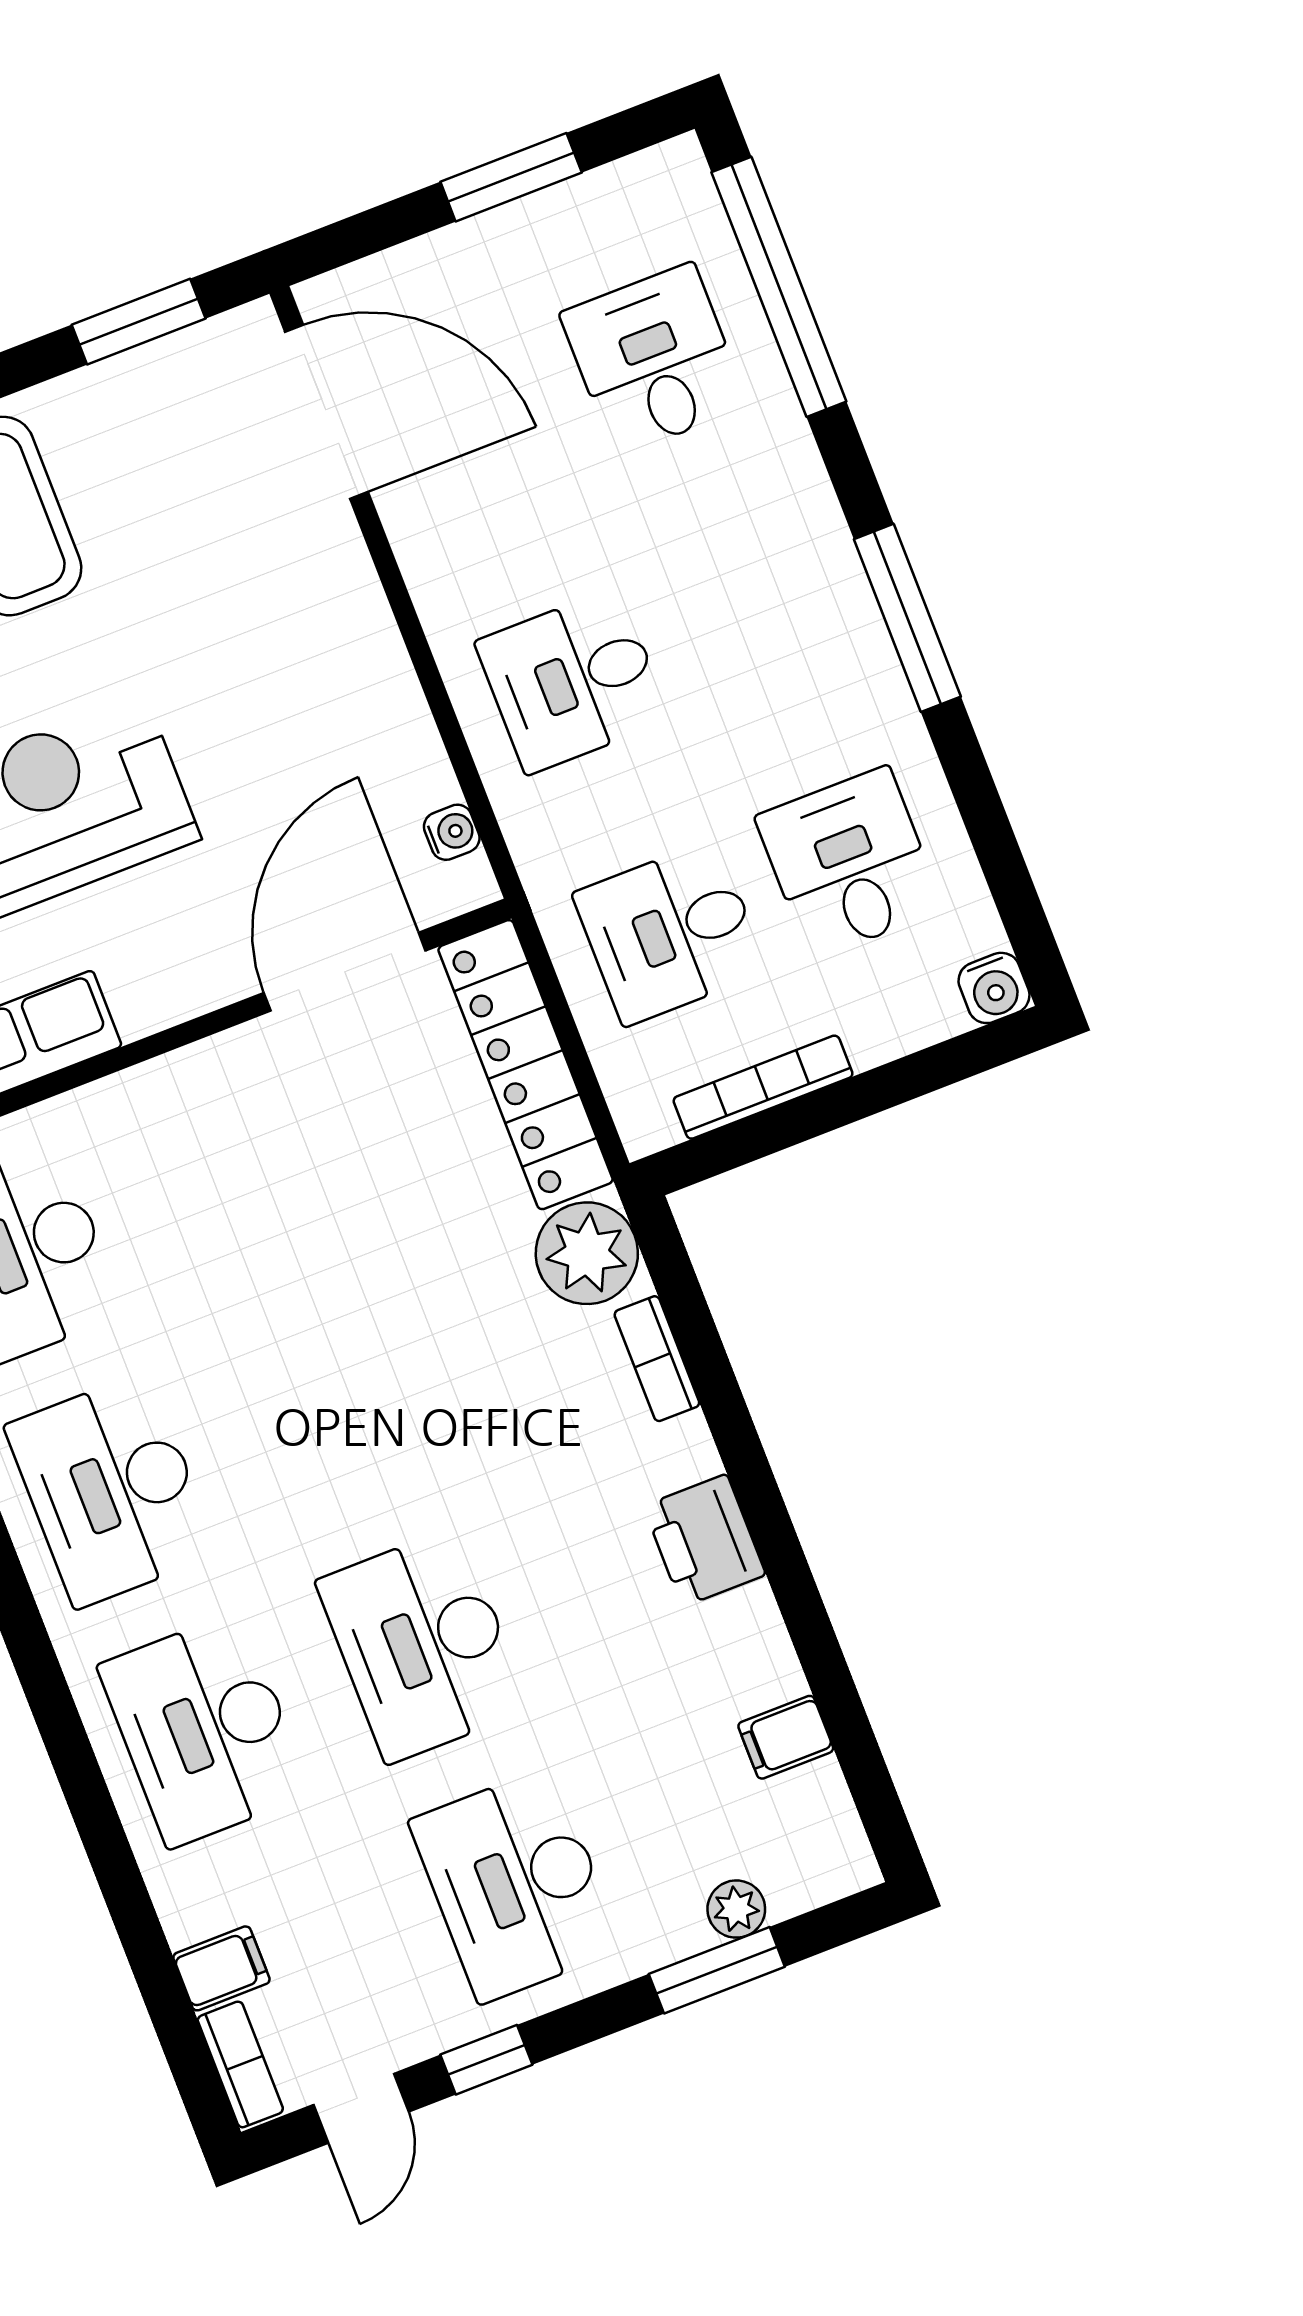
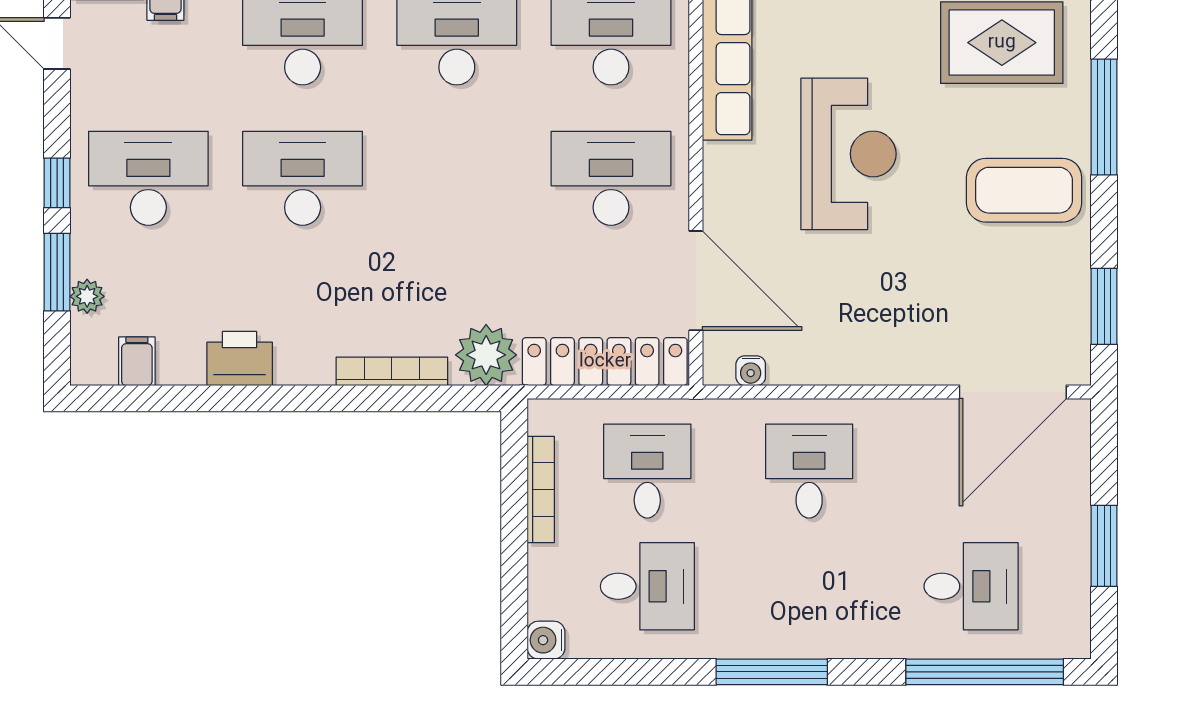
desk: (237, 1166) -> (611, 178), added
bookcase: (657, 1359) -> (392, 371), width x1.56
printer: (704, 1540) -> (240, 358), moved
filing cabinet: (786, 1737) -> (137, 361), moved
window: (486, 2060) -> (57, 183), moved

